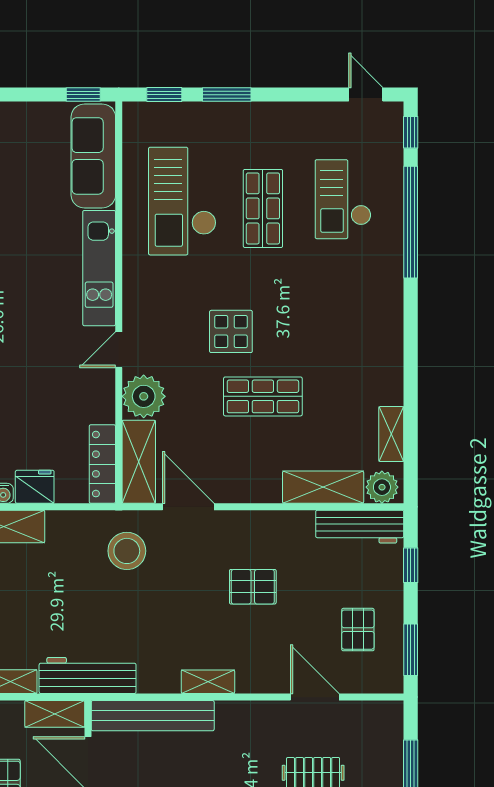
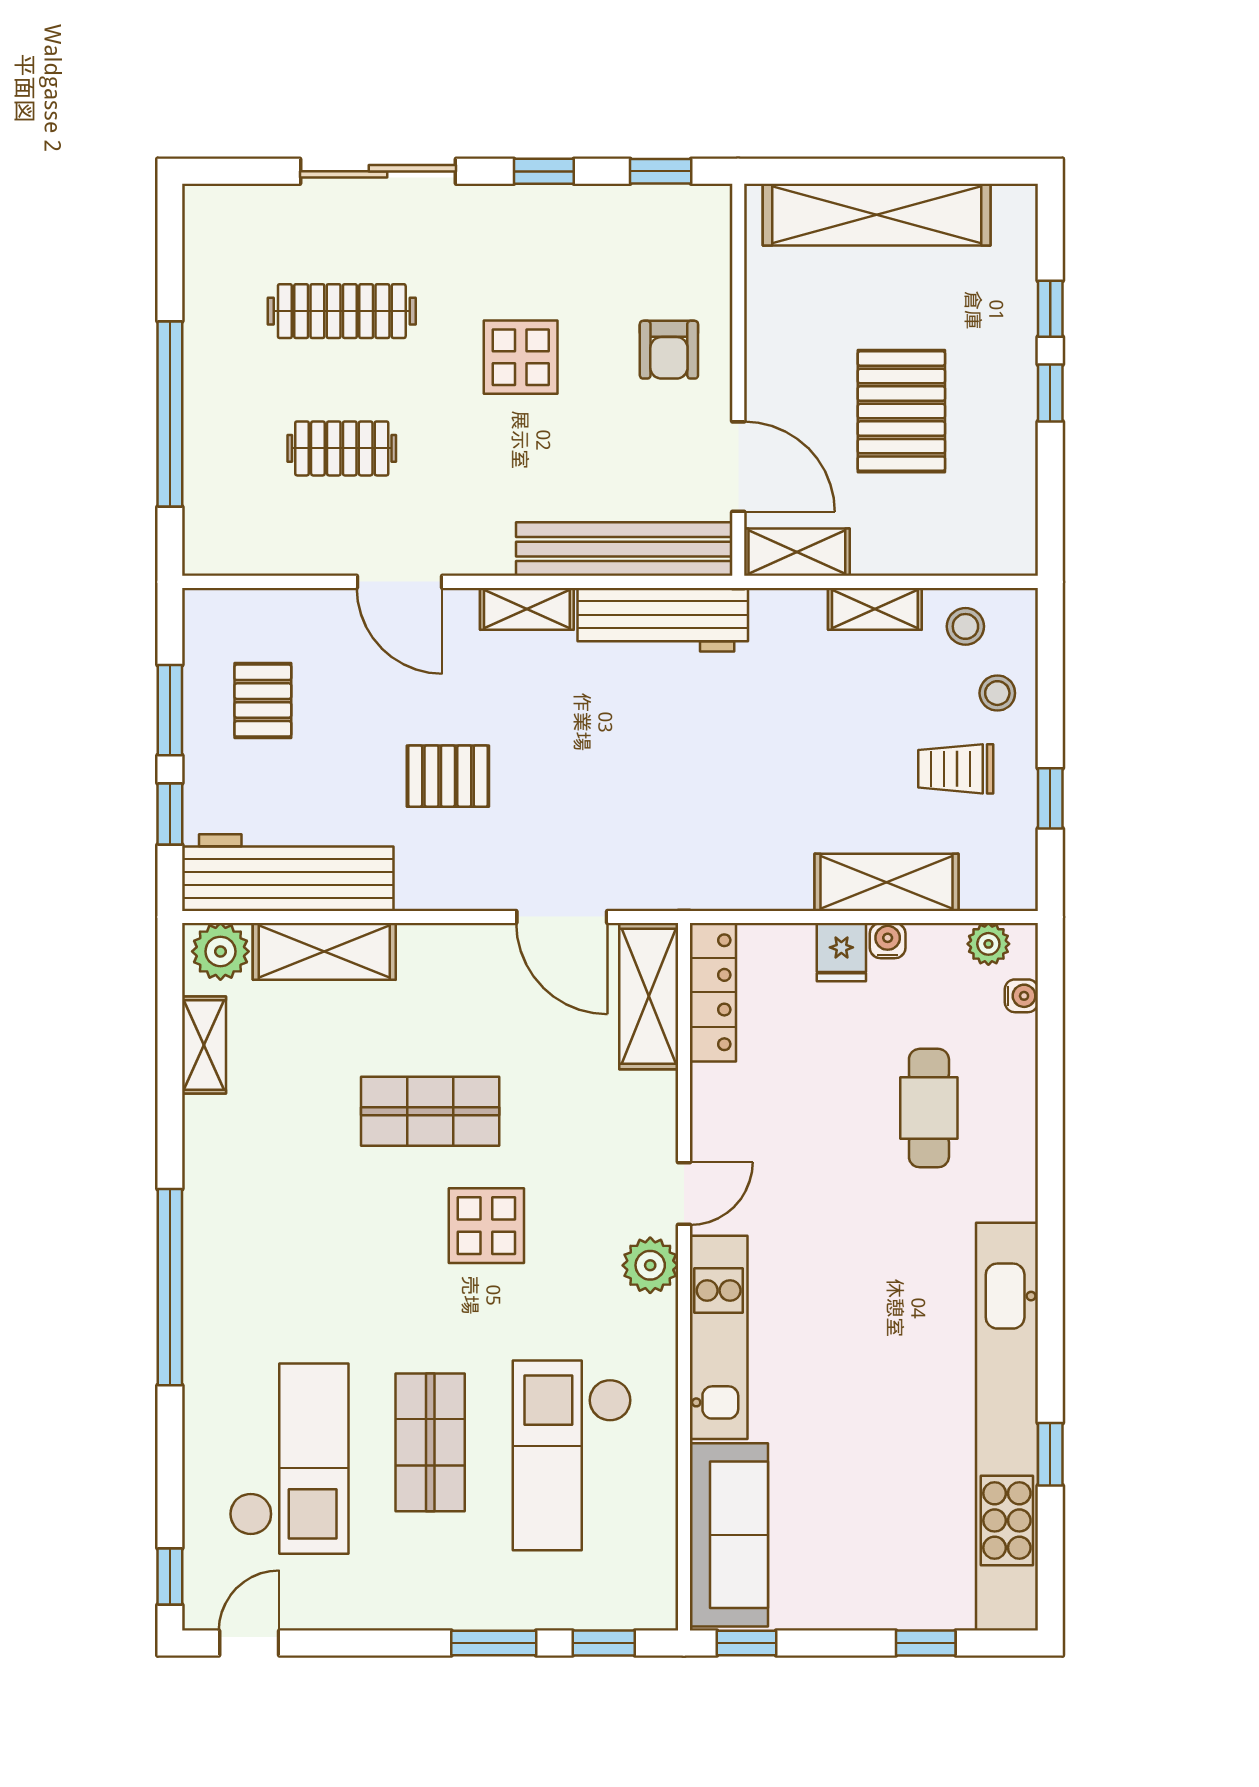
door: (366, 95) -> (249, 1643), swing flipped
checkout: (343, 199) -> (289, 1459), width x1.36, depth x1.21
checkout: (182, 201) -> (572, 1455), turned 180
window: (411, 222) -> (170, 1287), moved
plant: (144, 396) -> (650, 1265), moved, width x0.73, depth x0.73
fridge: (35, 487) -> (841, 952), width x0.72
workbench: (360, 527) -> (288, 873), width x1.36, depth x1.32
stool: (127, 551) -> (670, 839), removed
window: (411, 650) -> (170, 710), moved
workbench: (88, 676) -> (663, 620), moved
door: (315, 697) -> (399, 582), moved

